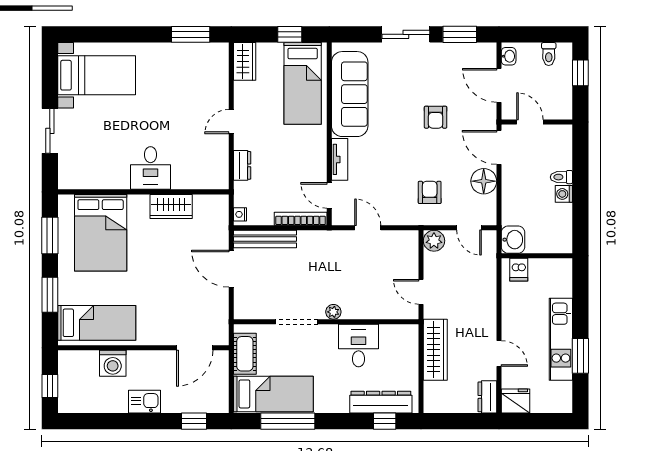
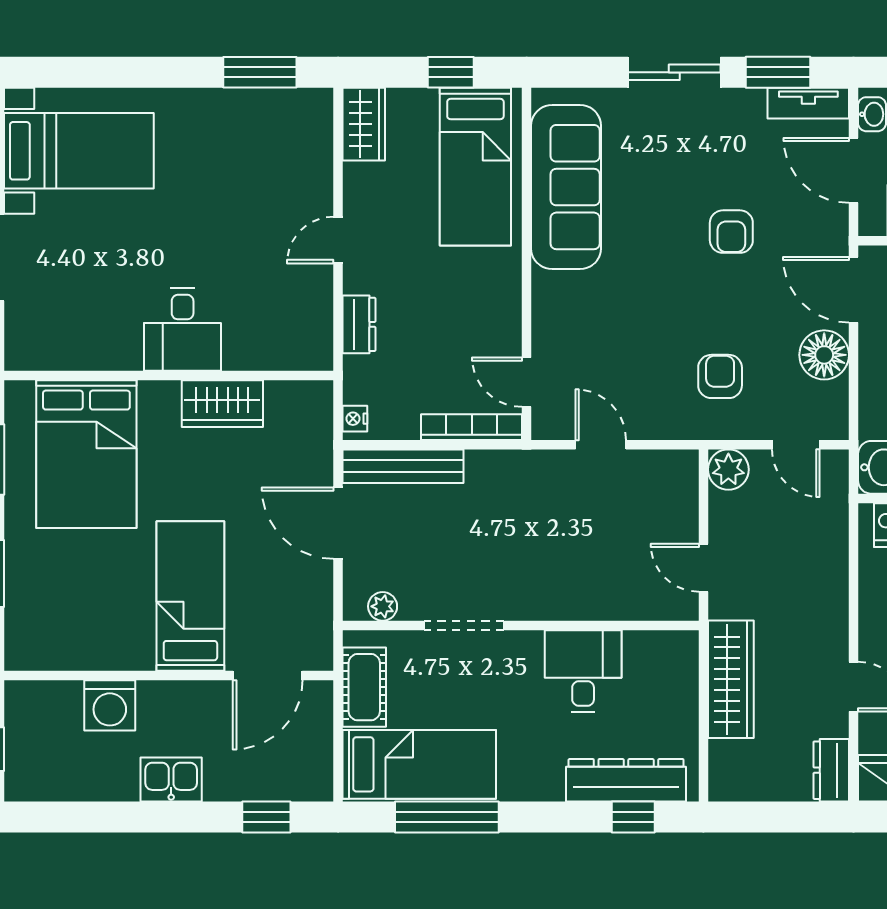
tv unit: (340, 159) -> (808, 103), moved, turned 90
plant: (333, 312) -> (383, 606), moved
bed: (97, 323) -> (190, 596), moved, turned -90

